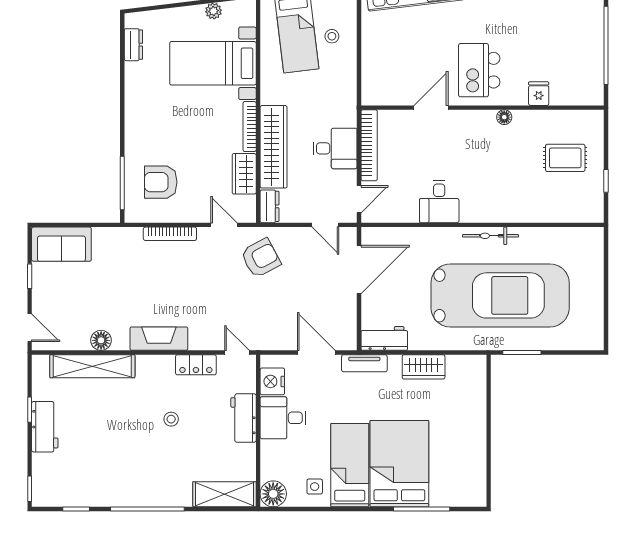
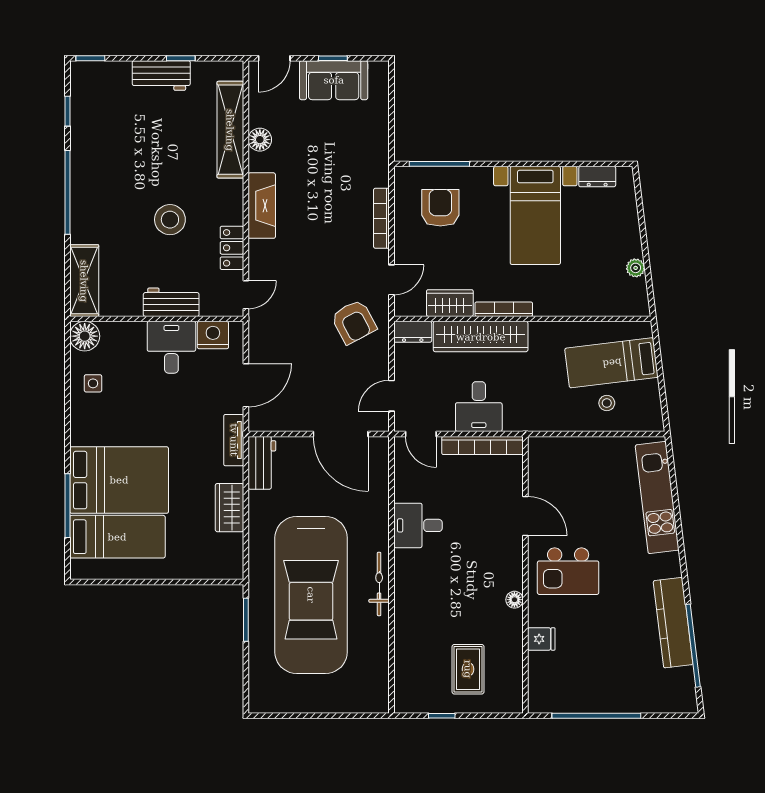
bed with nightstands: (213, 63) -> (535, 215), moved, turned 180
kitchen island: (479, 70) -> (568, 571), turned 180
sofa: (61, 244) -> (334, 80), moved, turned -90
stool: (171, 419) -> (170, 220), width x1.89, depth x1.89
bed: (350, 465) -> (117, 537), moved

